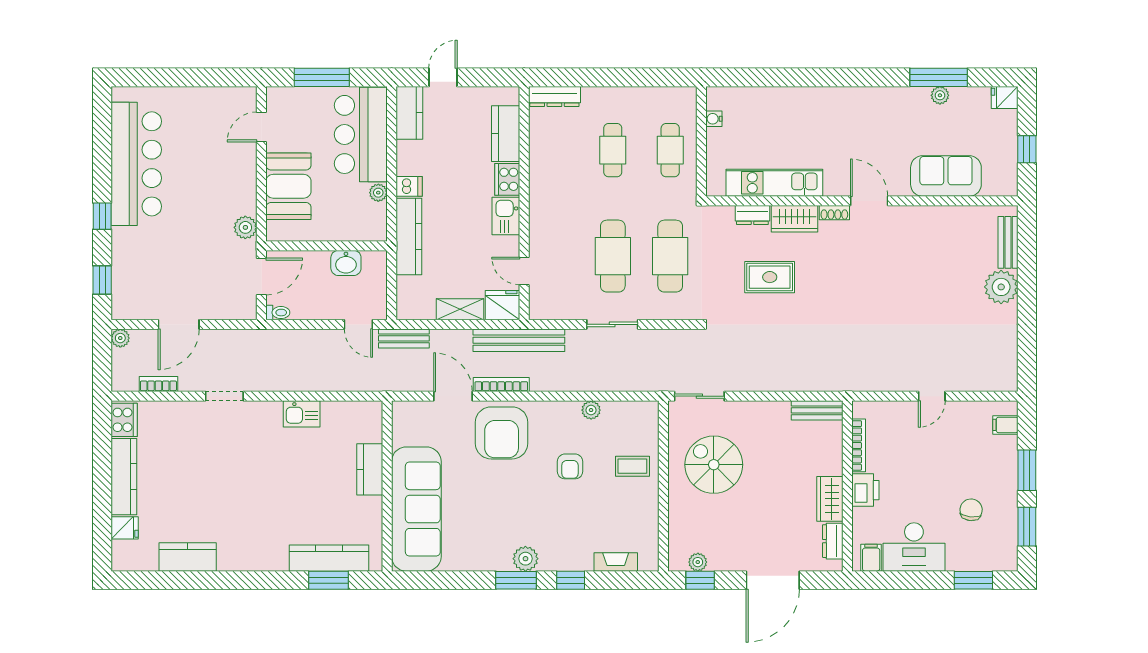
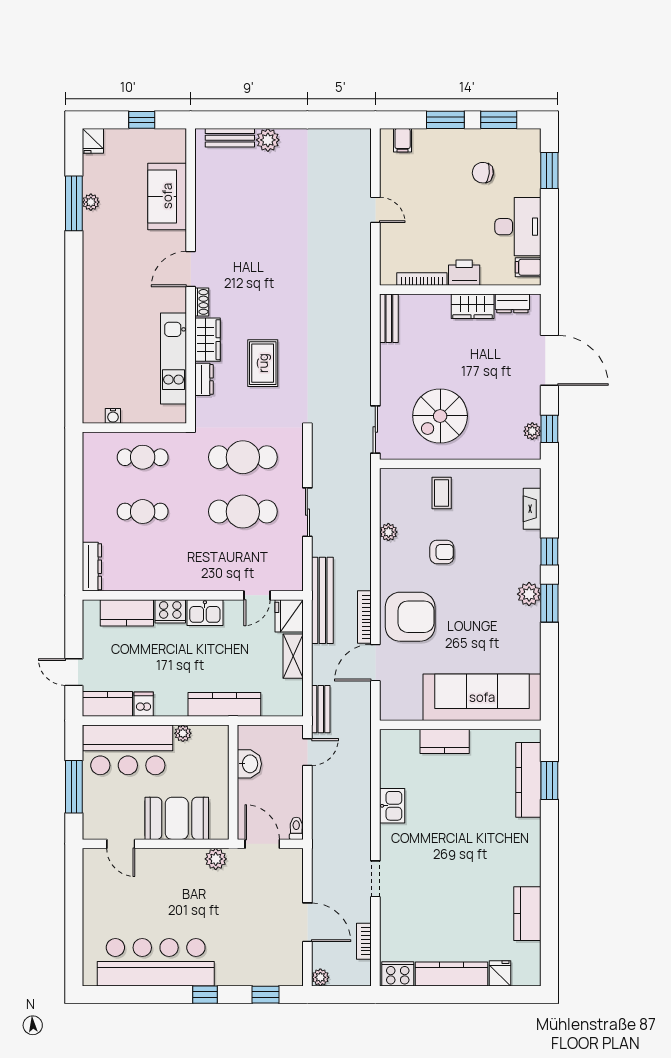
dishwasher: (409, 186) -> (144, 704), moved
plant: (1001, 287) -> (268, 140), width x0.73, depth x0.73

